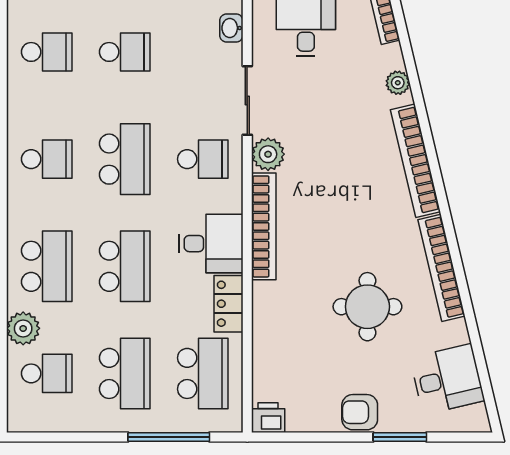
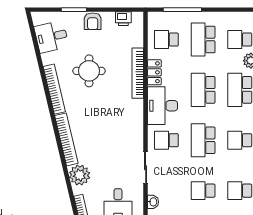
plant: (398, 83) -> (80, 175), width x1.88, depth x1.88
plant: (268, 154) -> (136, 143), removed
bookcase: (264, 226) -> (138, 73), moved
desk: (211, 244) -> (163, 106), width x1.37
school desk: (203, 373) -> (166, 40), width x0.54
armchair: (360, 412) -> (93, 21), turned 90
printer: (268, 418) -> (123, 19), moved

